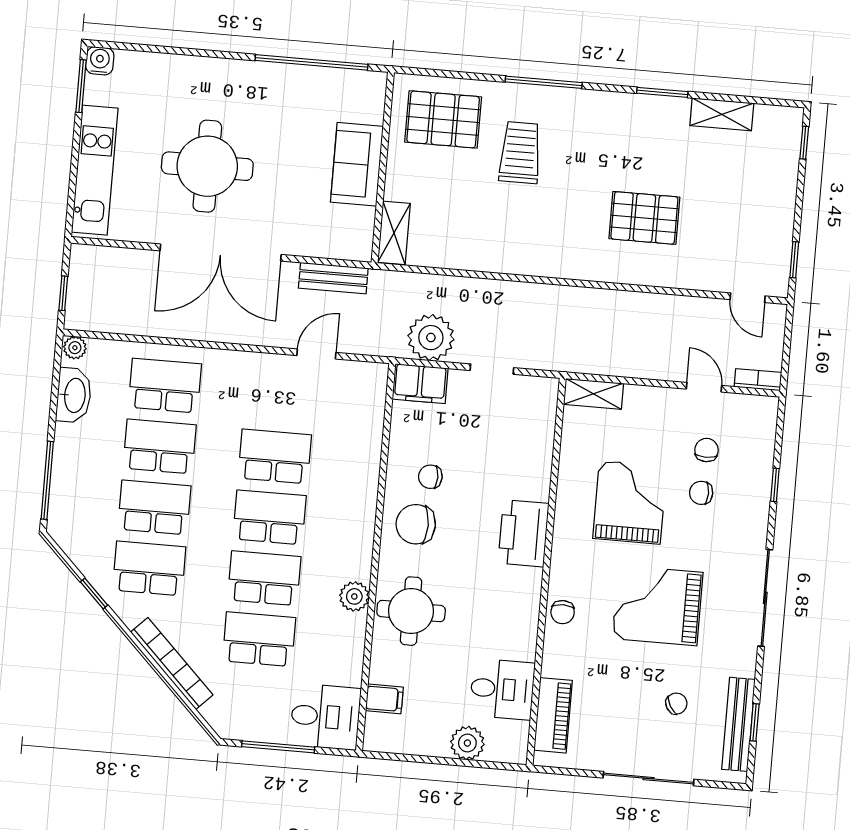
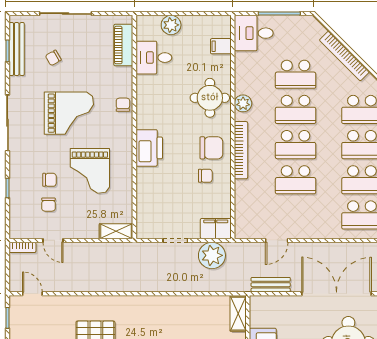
bookcase: (365, 516) -> (241, 150), added

